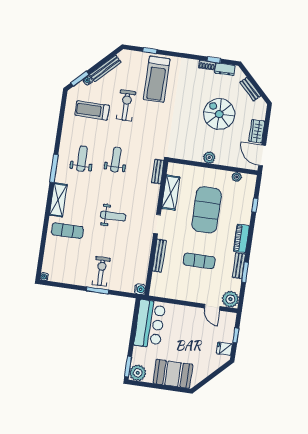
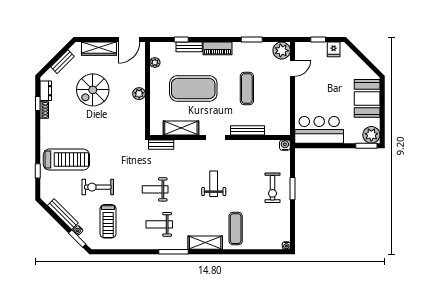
wardrobe: (257, 131) -> (99, 49), width x1.50
bench: (239, 266) -> (189, 47), moved
exercise bike: (101, 271) -> (272, 188), turned -90

